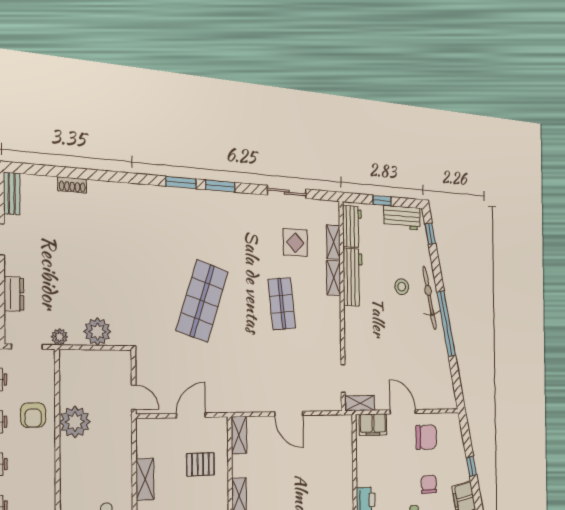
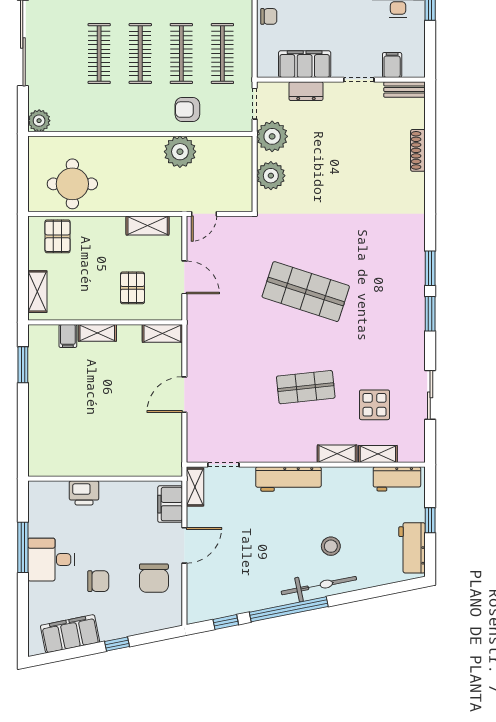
shoe rack: (72, 185) -> (418, 150), width x1.43
window: (430, 234) -> (226, 622), moved
workbench: (353, 277) -> (288, 479), moved
plant: (59, 337) -> (272, 136), width x1.87, depth x1.87
shelving: (145, 479) -> (148, 226), moved

